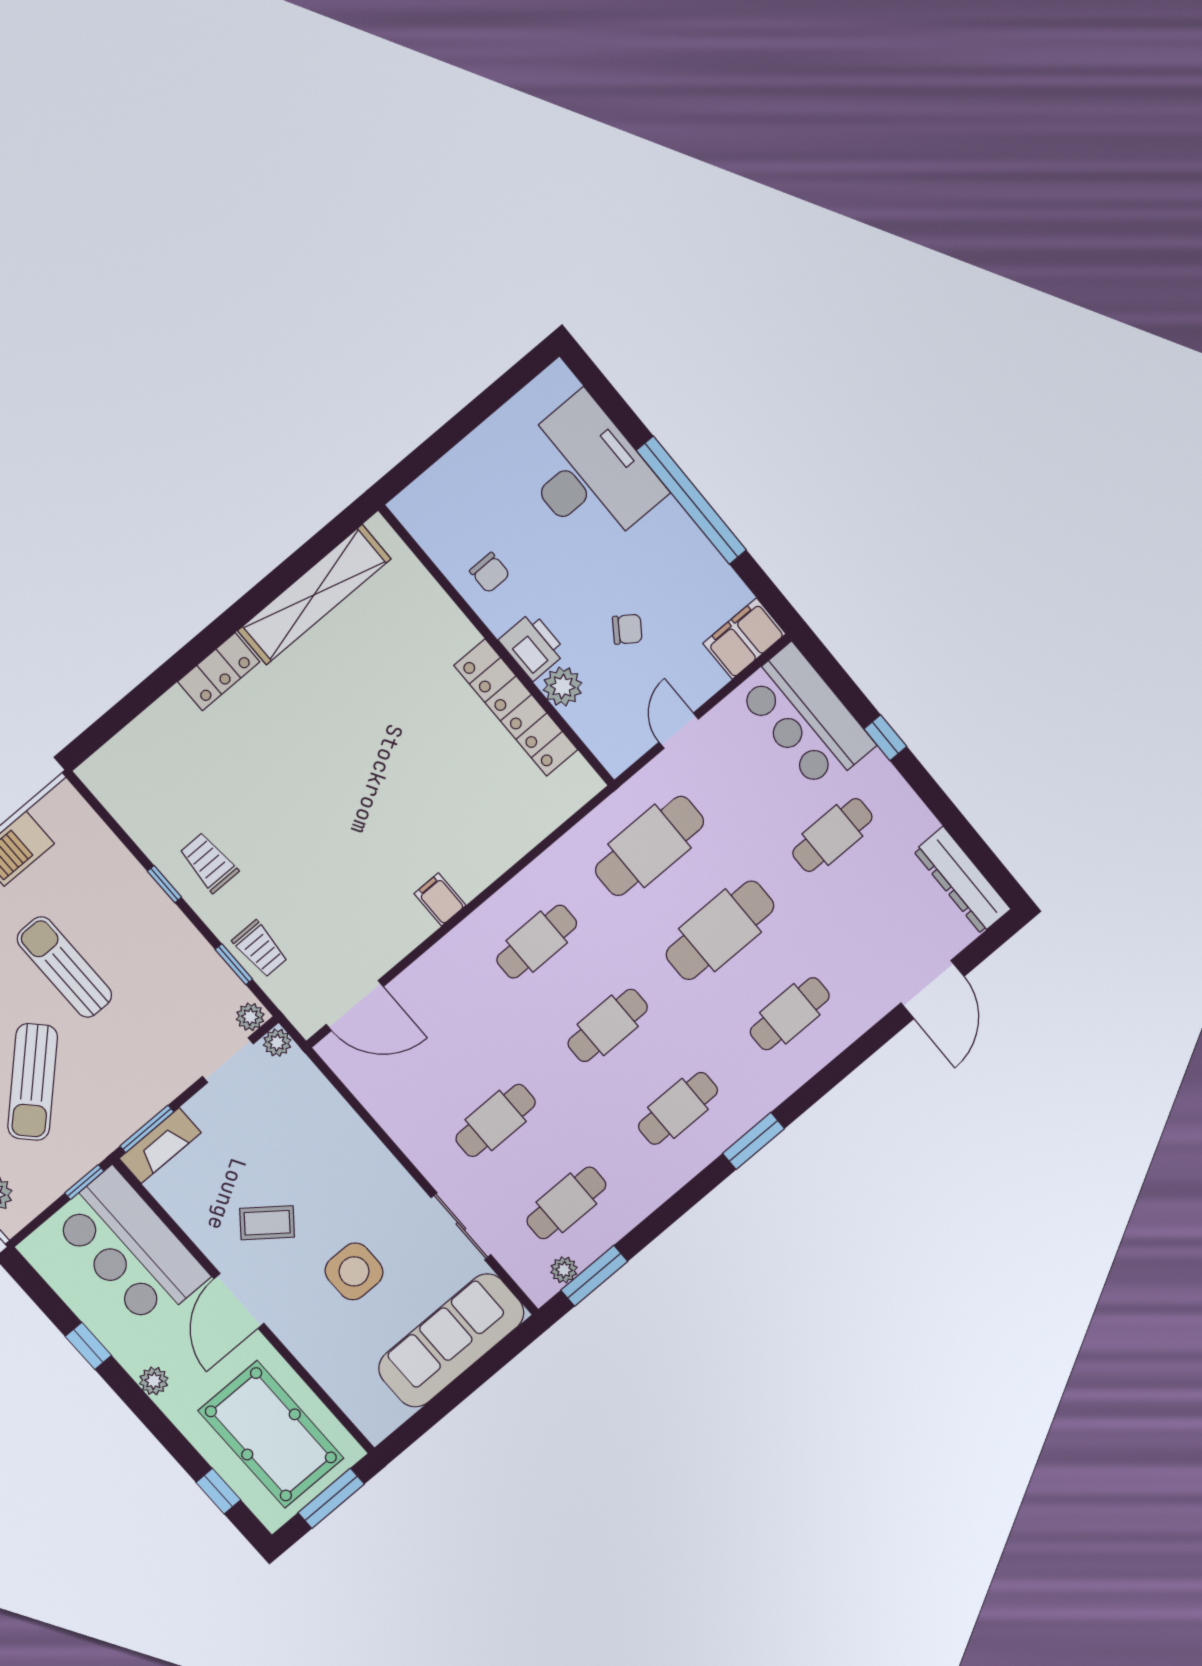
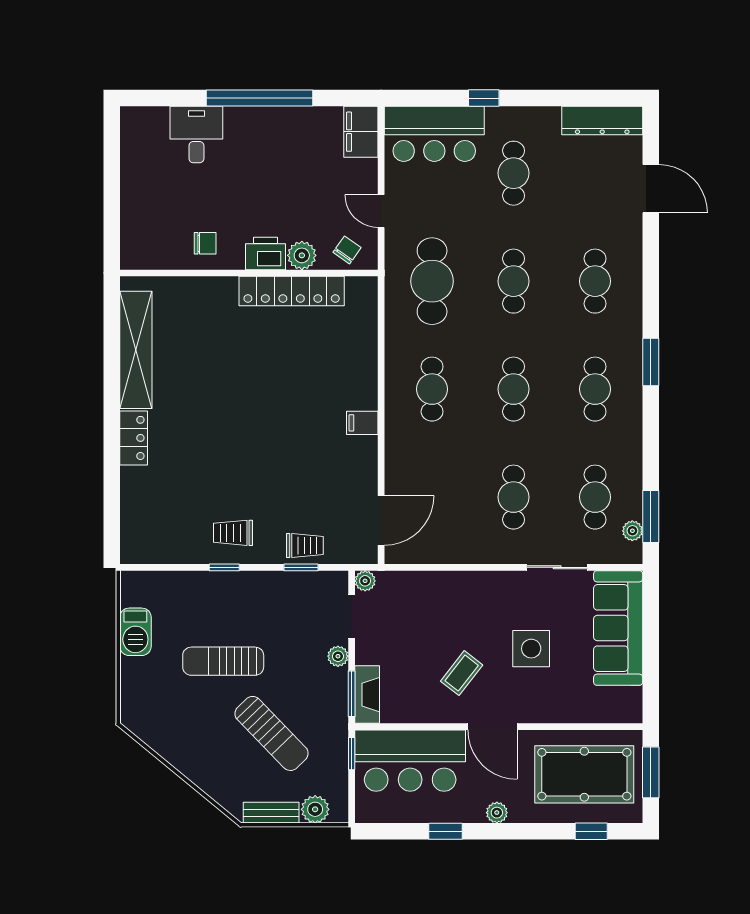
desk: (588, 473) -> (196, 135), width x0.53, depth x0.77
chair: (627, 629) -> (347, 250), moved
cafe table: (720, 930) -> (514, 281), width x0.73, depth x0.74
plant: (250, 1017) -> (338, 656), moved

